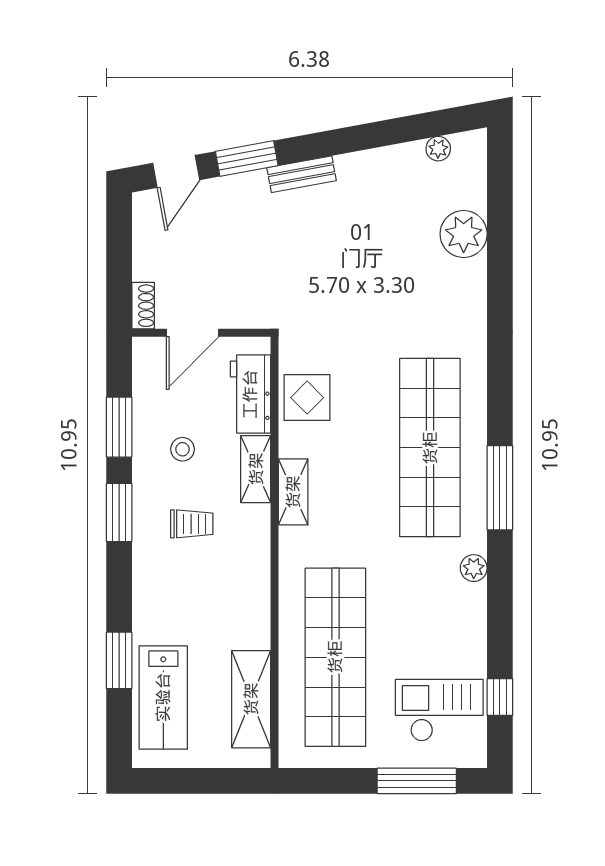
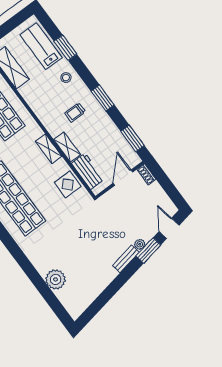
plant: (438, 149) -> (140, 244), moved
window: (119, 427) -> (133, 138), moved
stool: (183, 449) -> (66, 78), moved

